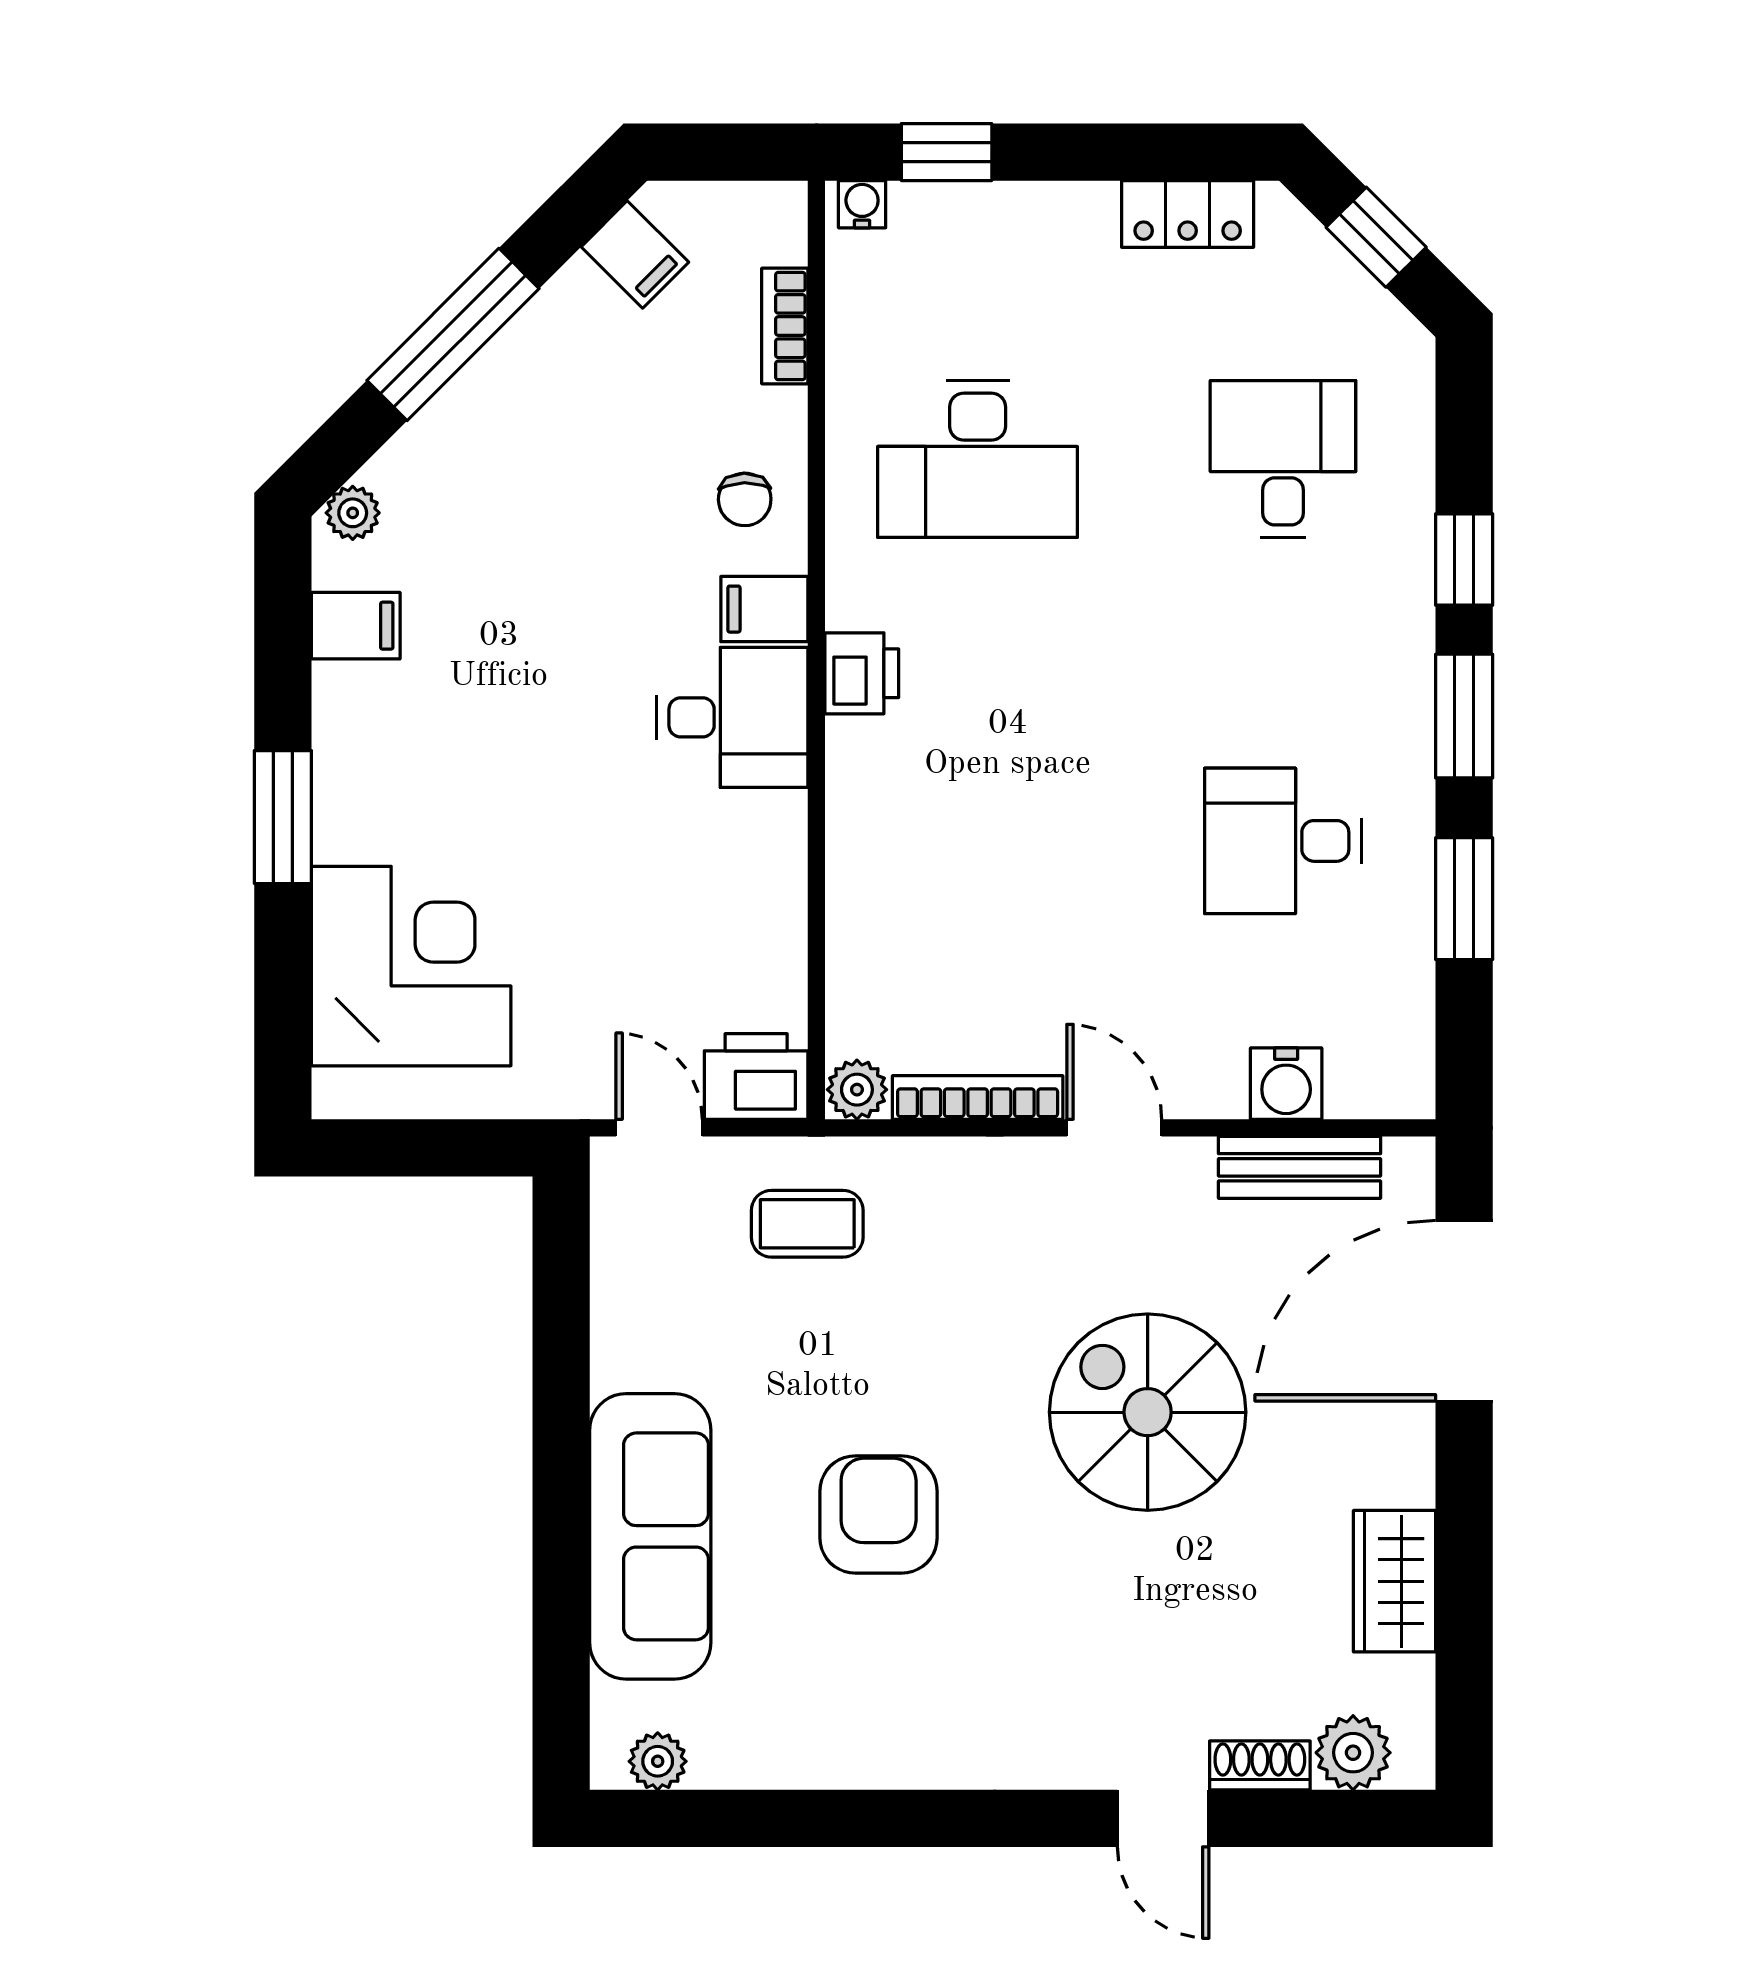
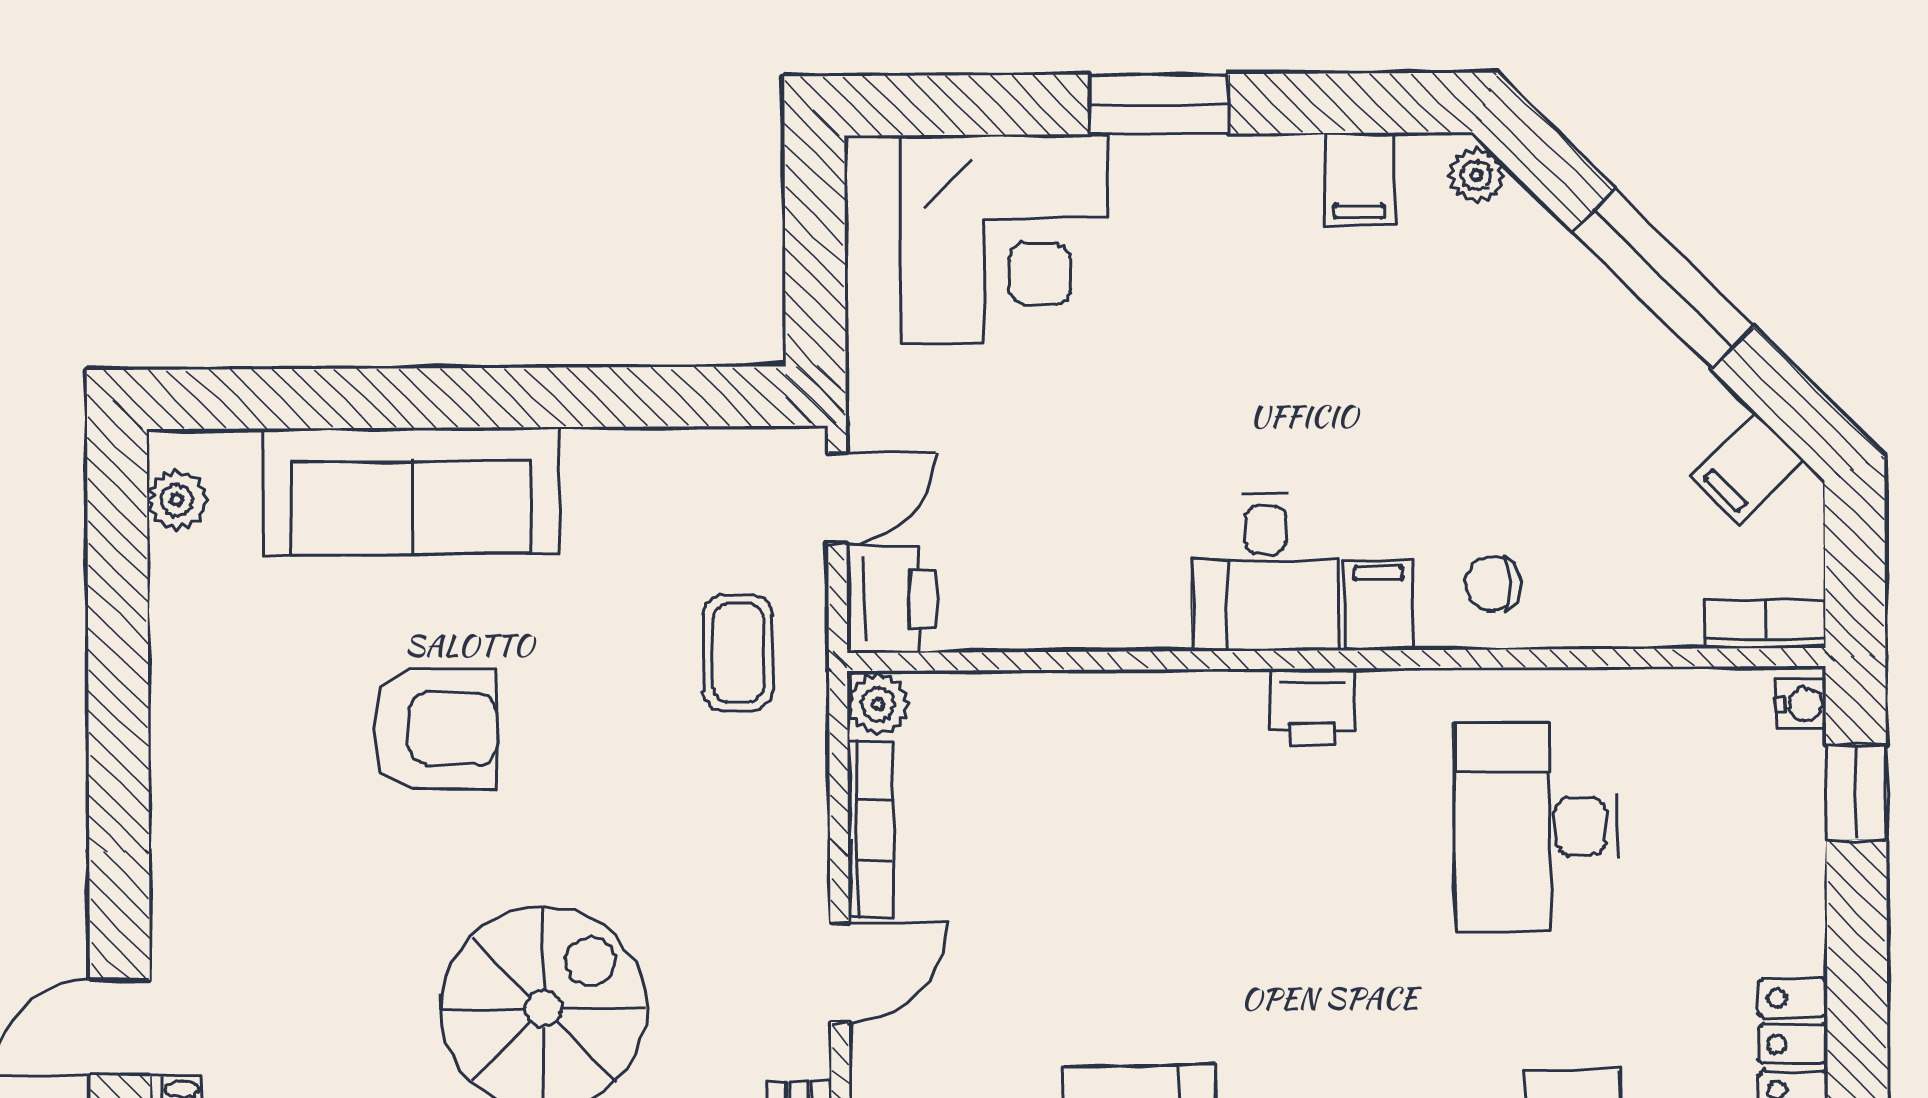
bookcase: (785, 326) -> (1765, 624), moved

